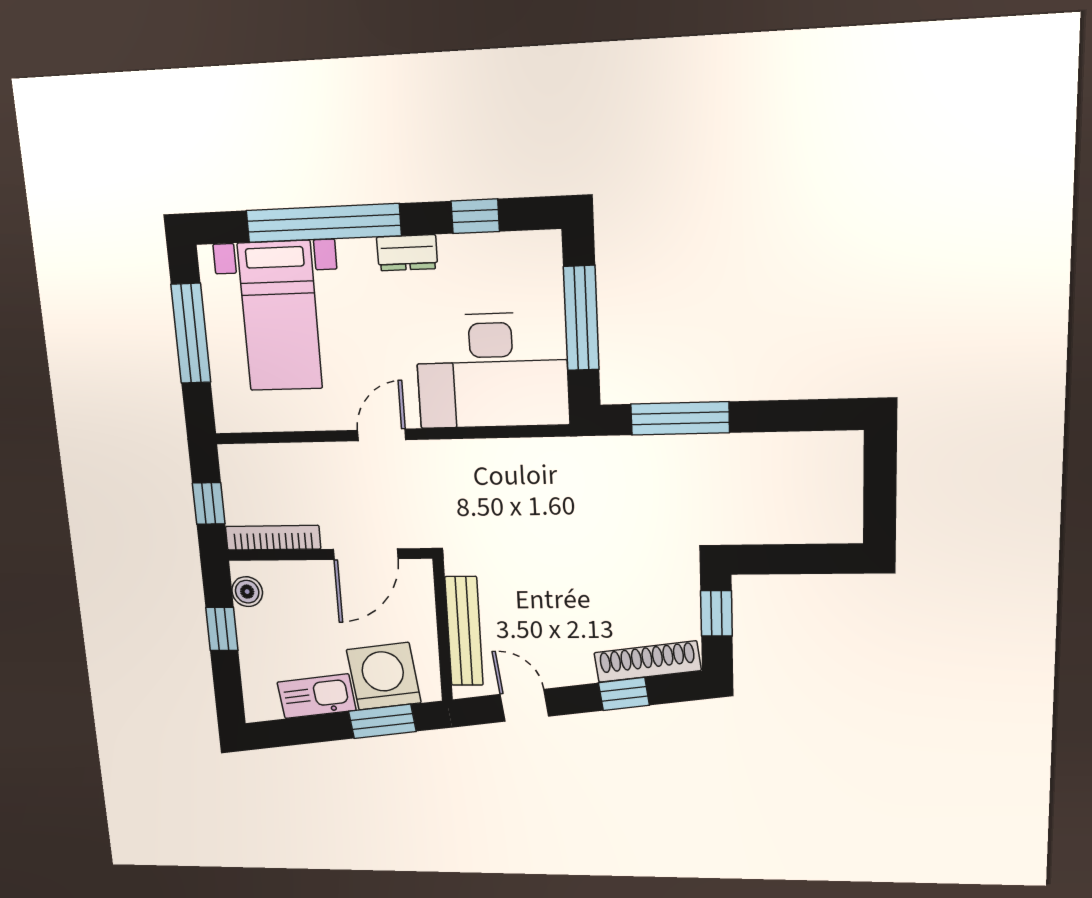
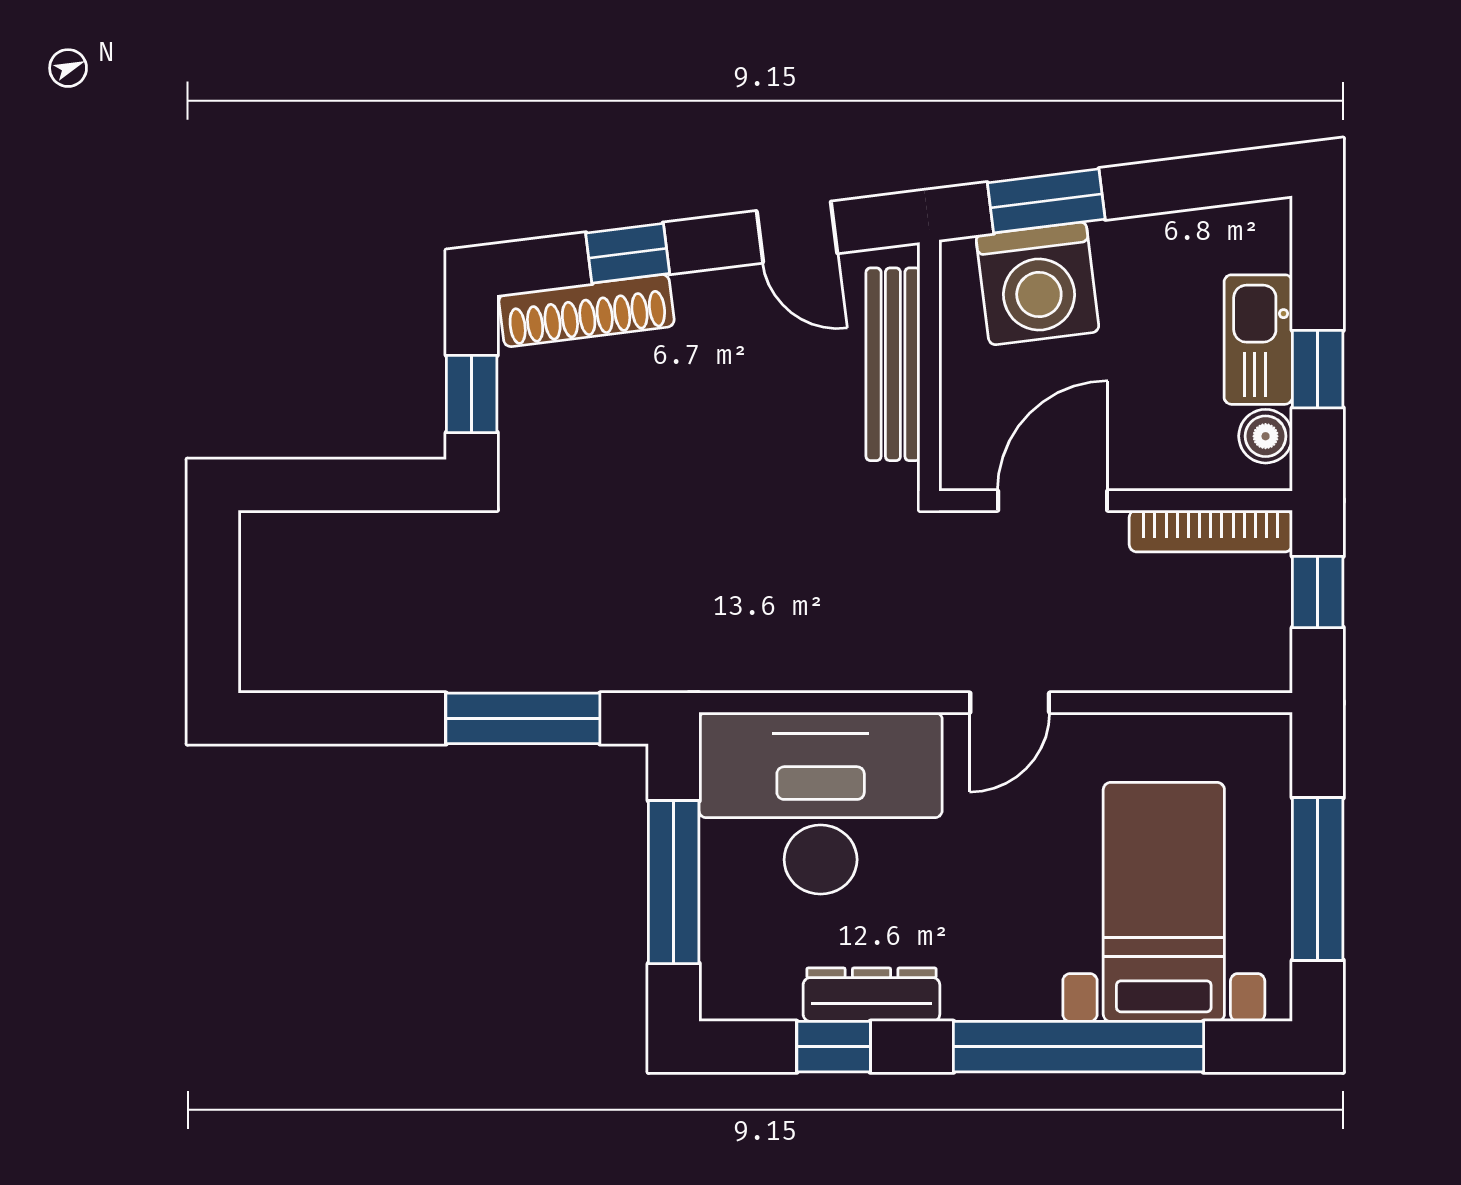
dresser: (407, 253) -> (871, 995), moved, width x1.44
kitchen sink: (317, 696) -> (1258, 340), moved, turned 97

